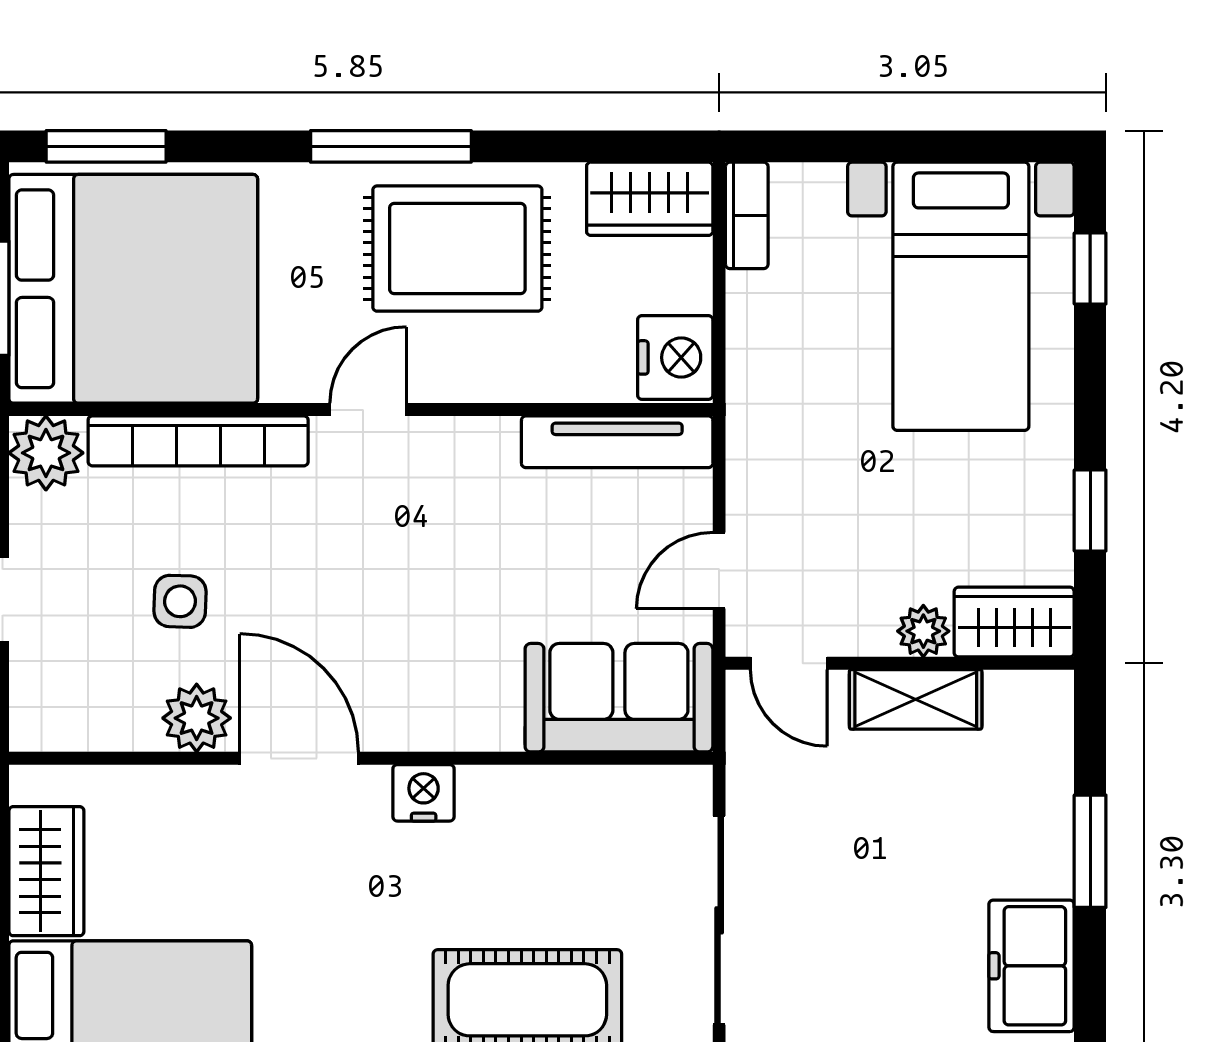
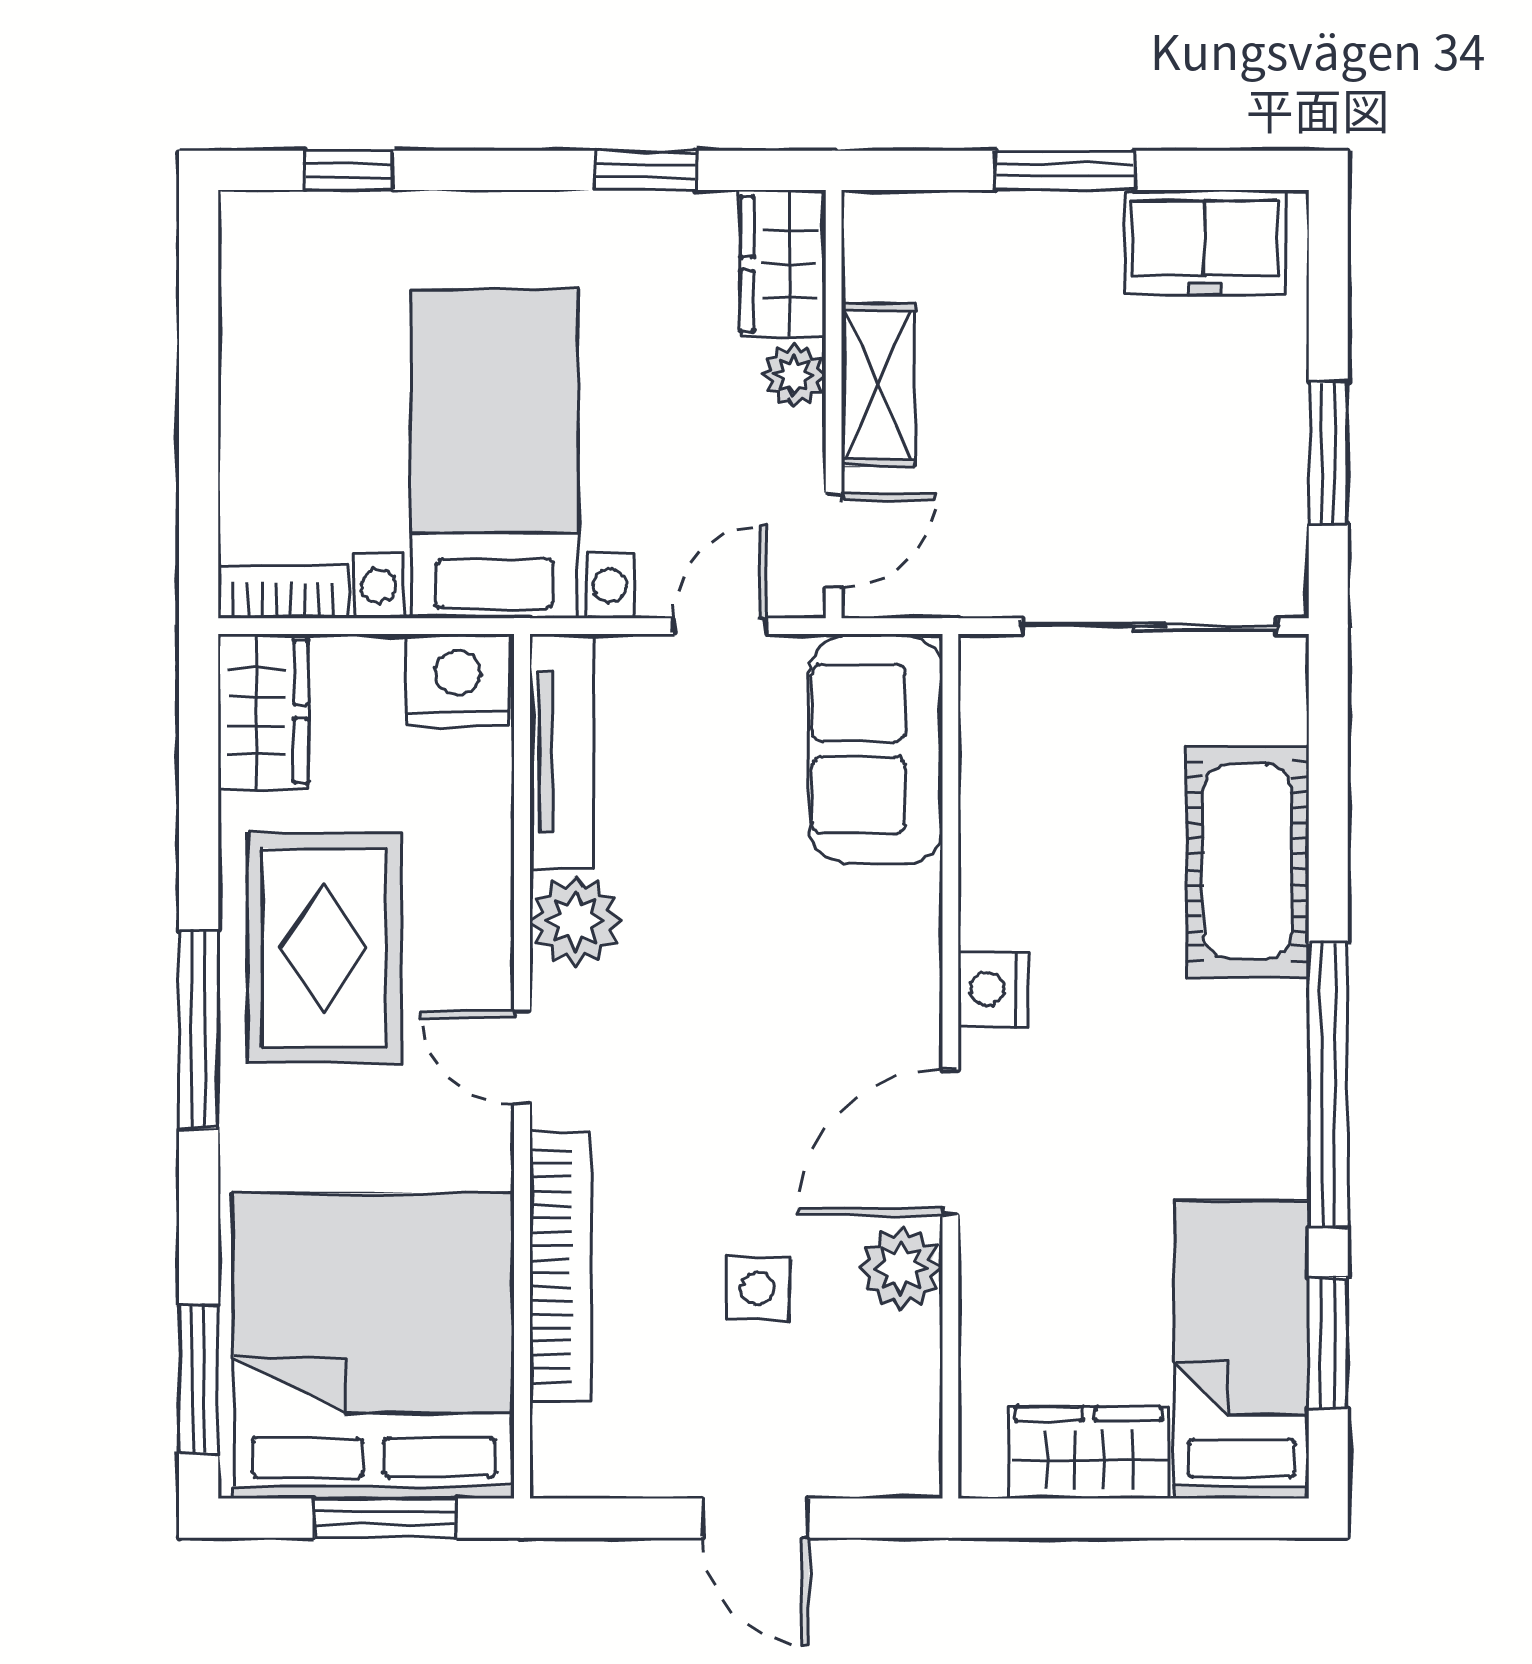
bed with nightstands: (961, 296) -> (494, 454), moved, turned -90
plant: (46, 453) -> (575, 921), moved
door: (719, 571) -> (720, 626), swing flipped

